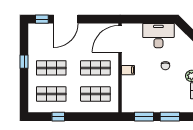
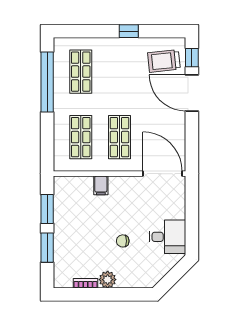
desk: (158, 36) -> (167, 237), width x0.73
trolley: (44, 38) -> (164, 61), added
shop shelf: (51, 68) -> (119, 72), removed
filing cabinet: (128, 70) -> (101, 185), moved
window: (58, 117) -> (47, 82), width x3.17

